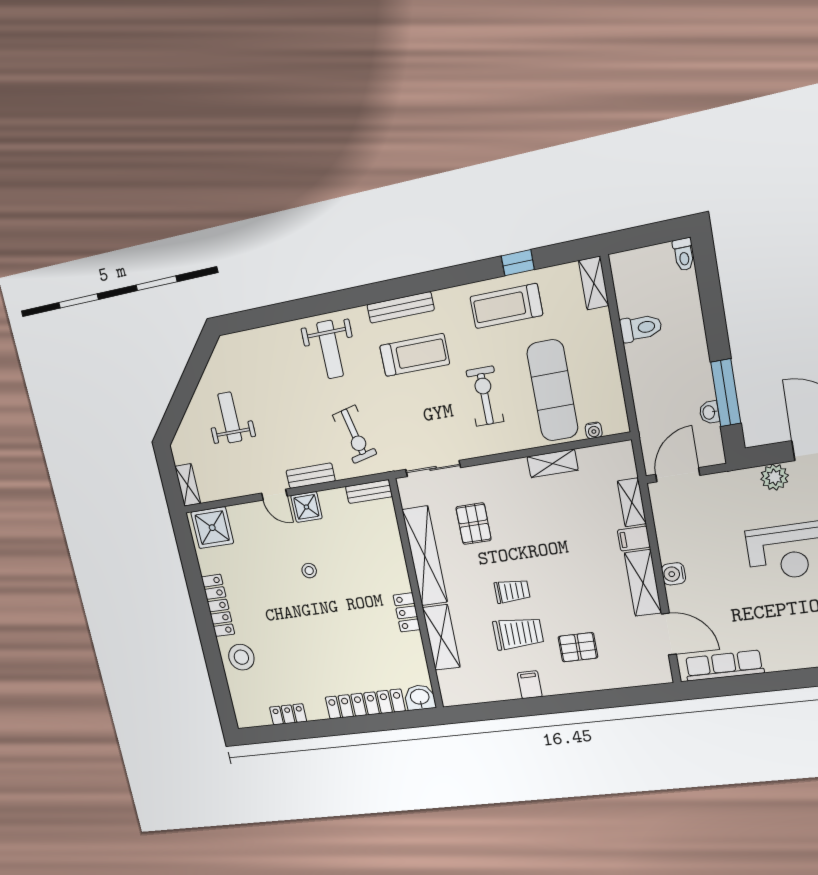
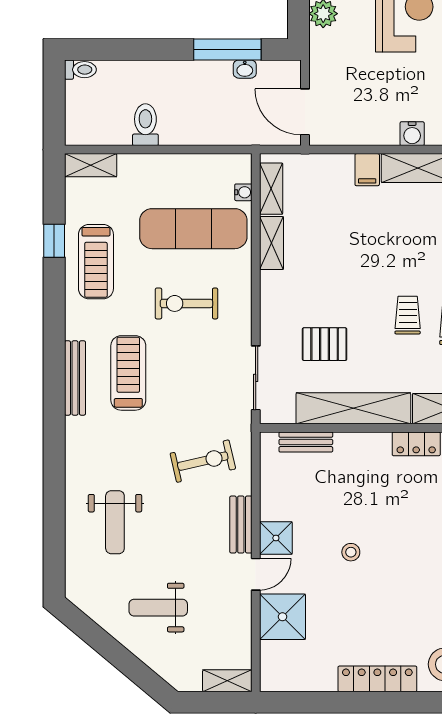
weight bench: (330, 350) -> (115, 522), moved, turned 90
bench: (369, 492) -> (306, 442), moved, turned 90
shelving: (632, 502) -> (271, 189), moved, turned 90
shower: (212, 528) -> (282, 617), moved

